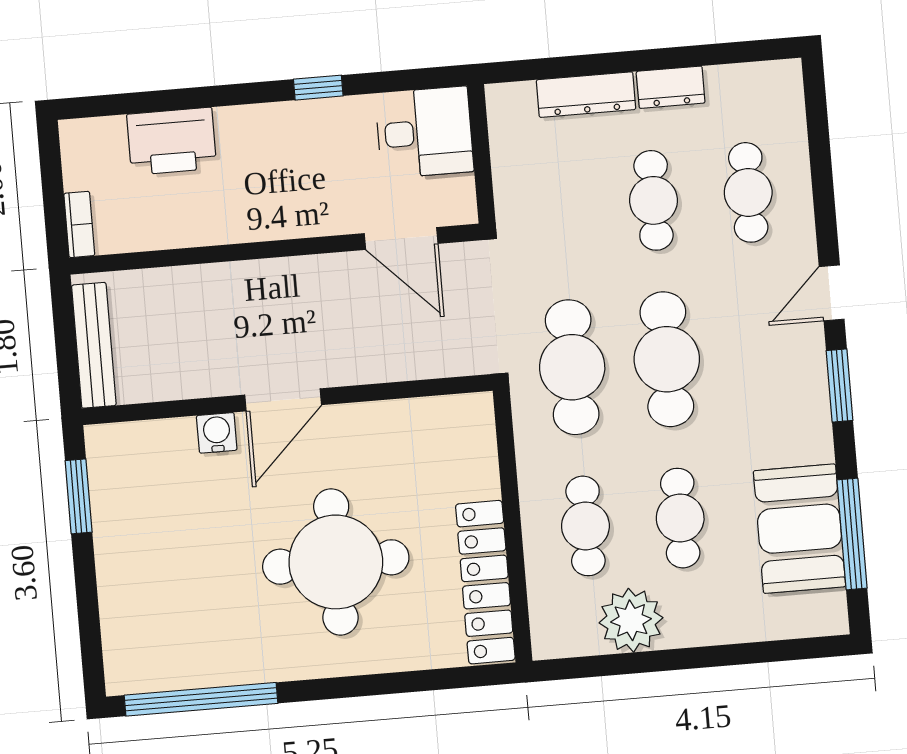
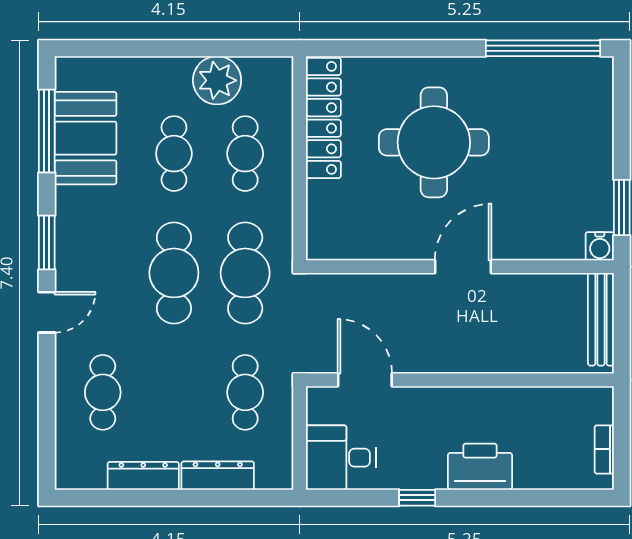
dresser: (671, 87) -> (143, 476), width x1.44
printer: (172, 141) -> (480, 467), moved
cafe table: (654, 200) -> (245, 392), moved
bookcase: (79, 224) -> (604, 449), moved
water cooler: (217, 433) -> (600, 246), moved

